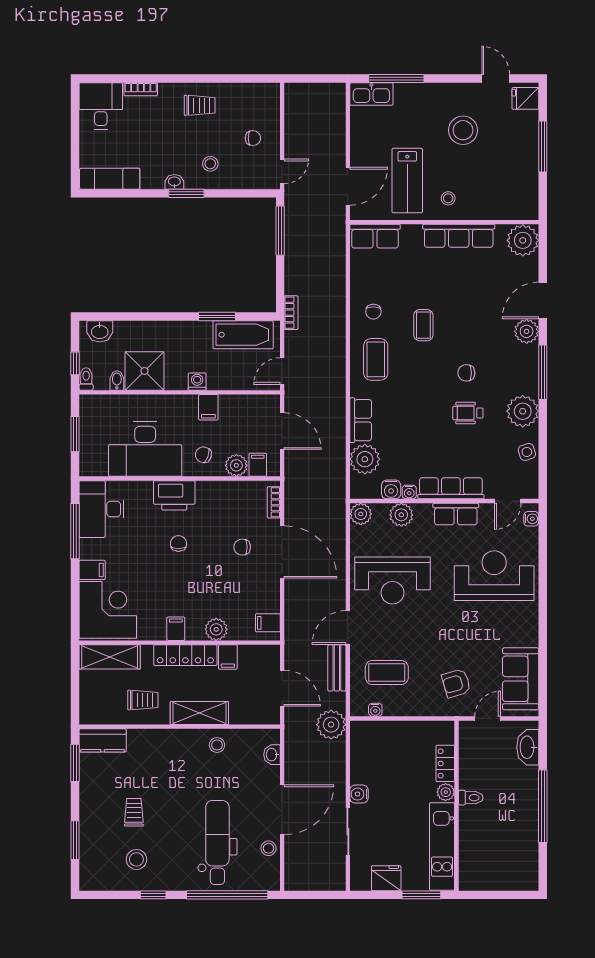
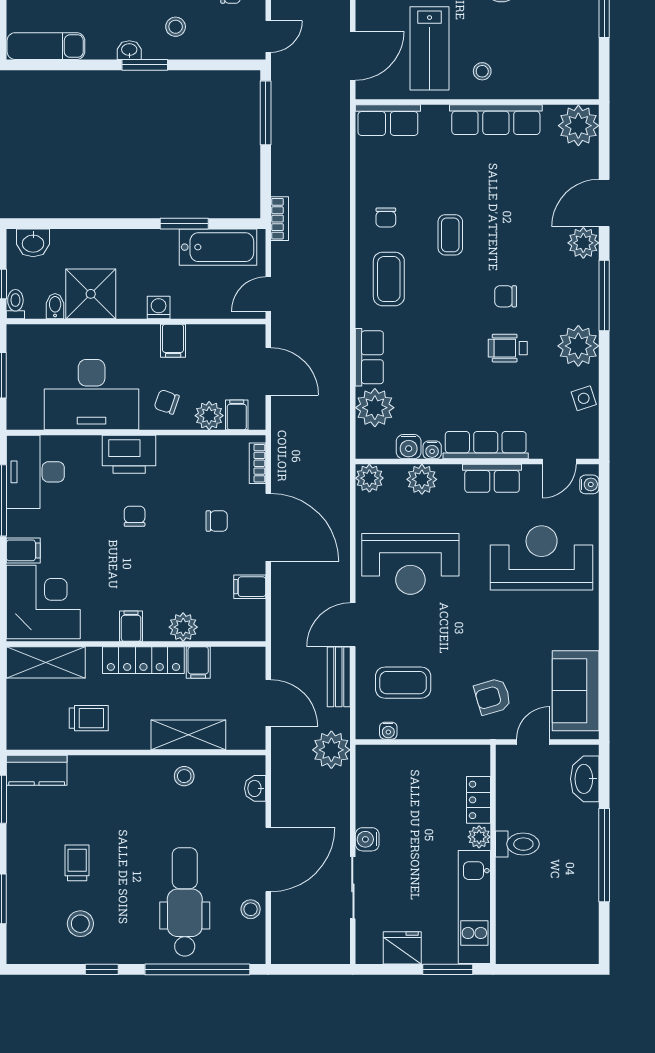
chair: (242, 547) -> (217, 521), turned 180
filing cabinet: (268, 623) -> (250, 587), moved
shelving: (199, 713) -> (188, 735), moved
toilet: (471, 798) -> (517, 844), width x1.37, depth x1.39

